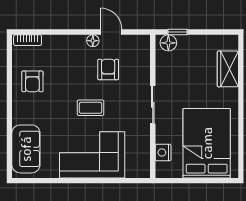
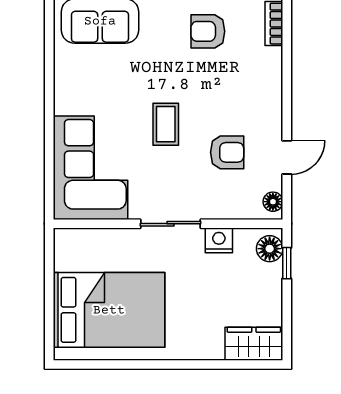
floor lamp: (93, 41) -> (273, 202), moved
wardrobe: (228, 69) -> (254, 344), moved
nightstand: (163, 152) -> (219, 240), moved
corner sofa: (92, 155) -> (91, 168), moved

